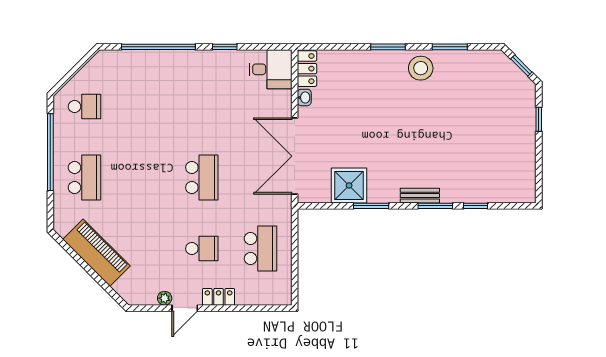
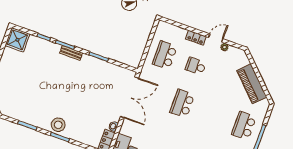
stool: (421, 68) -> (58, 125), moved
shower: (349, 185) -> (17, 40), moved

